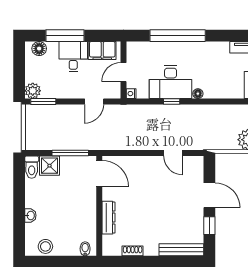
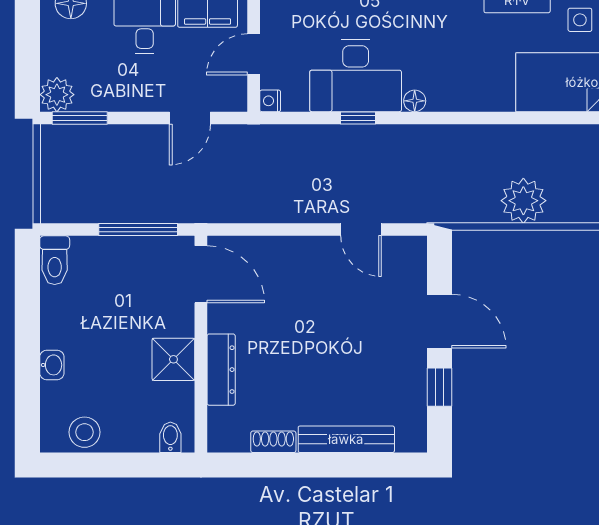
shower: (50, 166) -> (173, 359), moved
bench: (181, 250) -> (346, 439), moved

